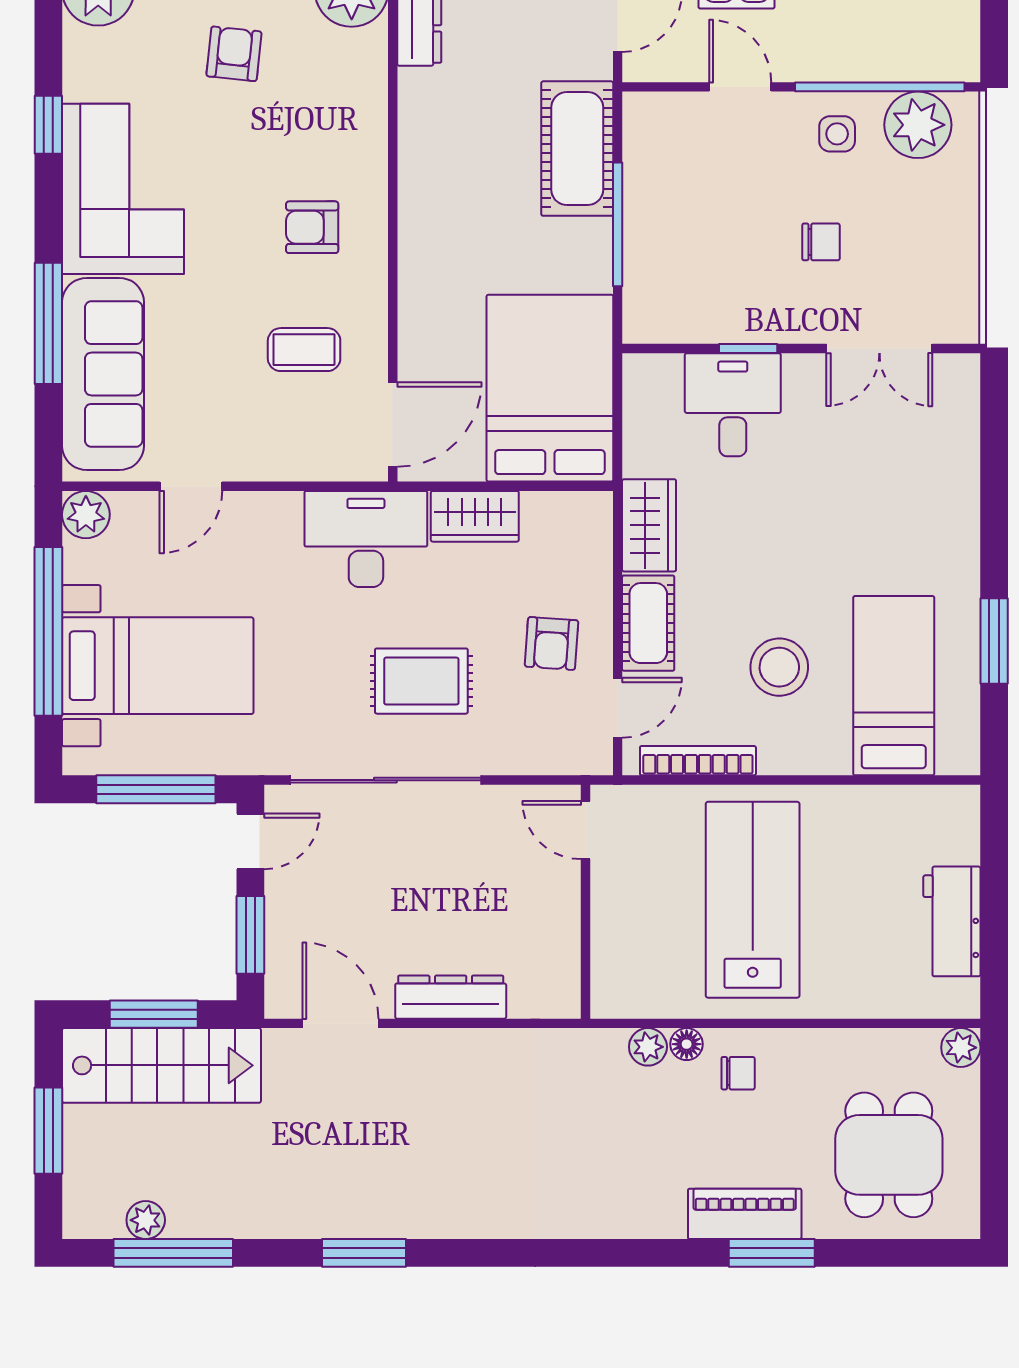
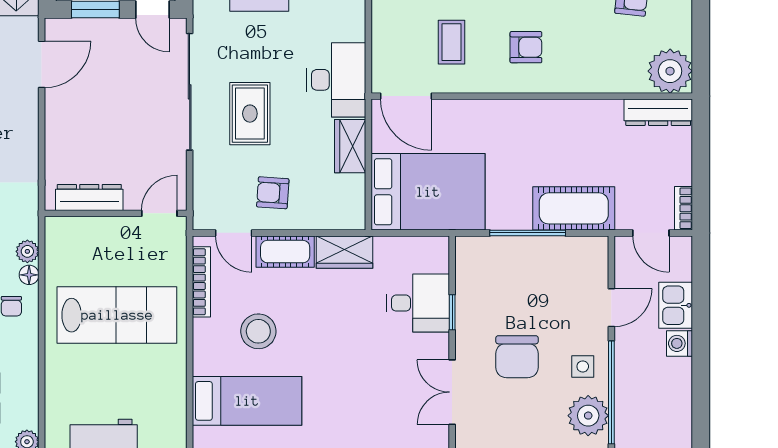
armchair: (312, 227) -> (526, 47), turned 90
chair: (821, 242) -> (517, 357), width x1.87, depth x1.87
dresser: (451, 997) -> (89, 197), moved, turned -90

